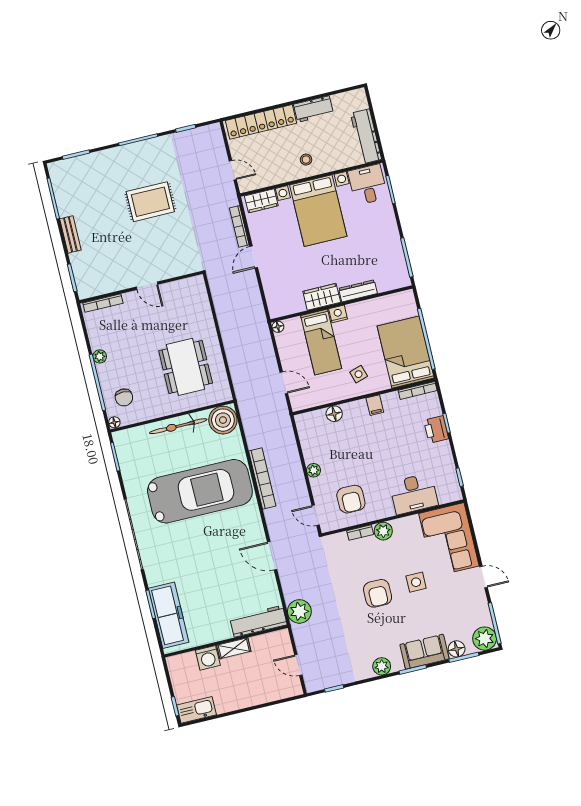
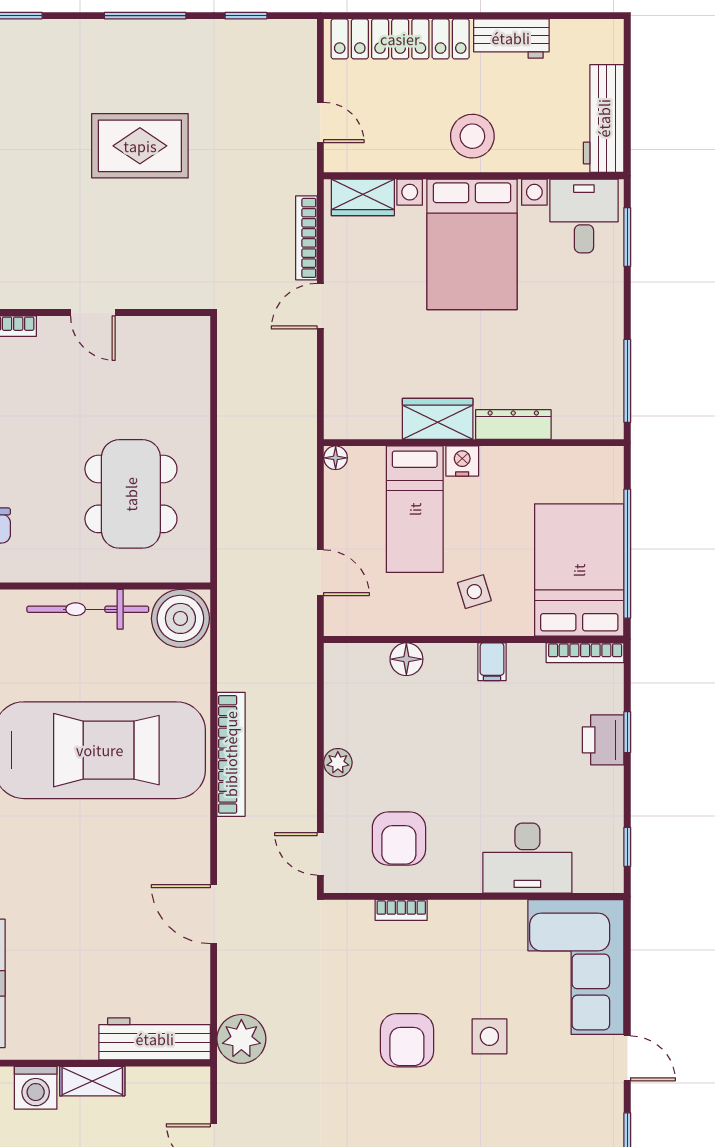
stool: (306, 160) -> (472, 136), width x1.89, depth x1.89
plant: (383, 531) -> (448, 918), removed

